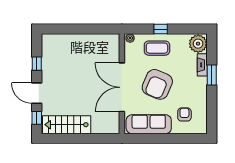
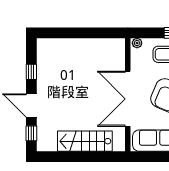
stairs: (67, 125) -> (85, 141), moved

